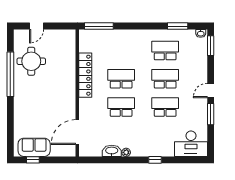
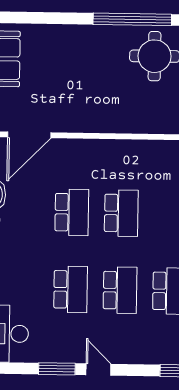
locker: (85, 75) -> (129, 150), removed
door: (77, 132) -> (29, 135), swing flipped

